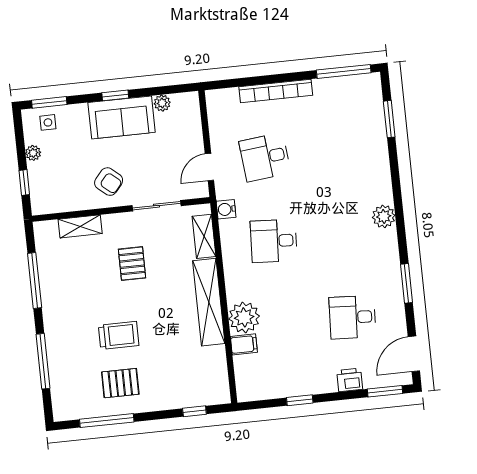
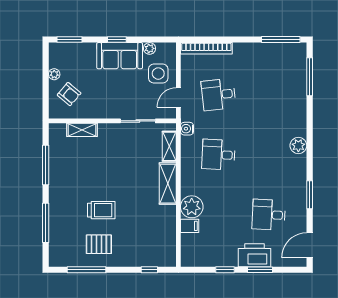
bookcase: (276, 91) -> (206, 48), moved
window: (389, 119) -> (310, 77), width x1.44
side table: (48, 122) -> (158, 74), moved, width x1.87, depth x1.87
armchair: (109, 182) -> (69, 94), moved
window: (24, 183) -> (46, 95), removed
pallet: (132, 264) -> (116, 160), removed
shelving: (209, 302) -> (168, 184), width x0.68
printer: (350, 380) -> (255, 255), width x1.87, depth x1.48
window: (385, 391) -> (260, 270), moved

